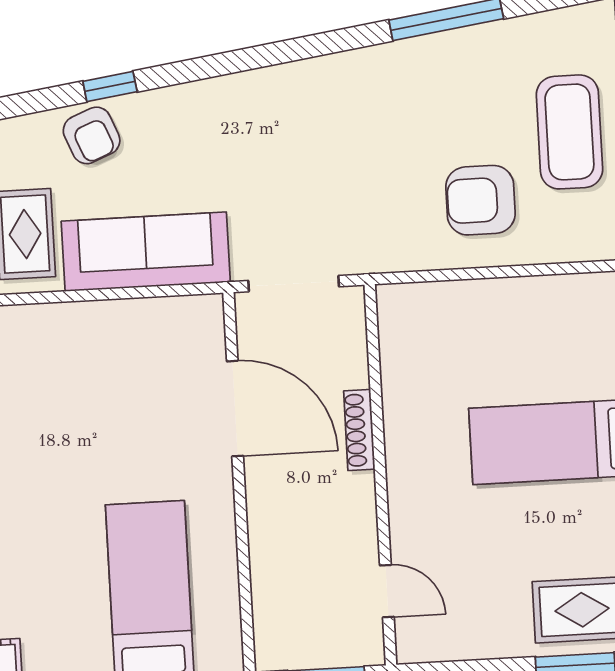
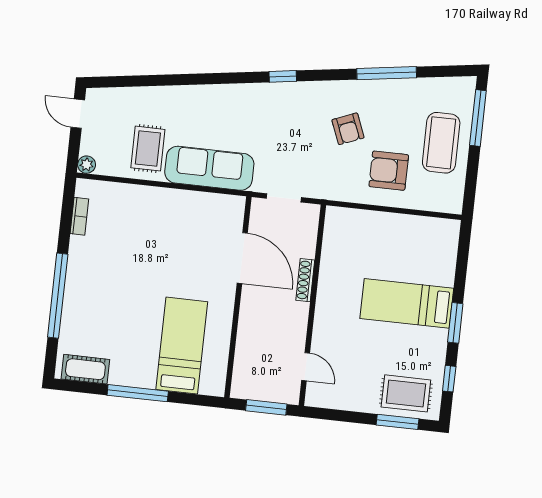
window: (110, 86) -> (283, 76), moved
armchair: (92, 135) -> (348, 129), moved
doorway: (294, 284) -> (284, 198), width x0.73

